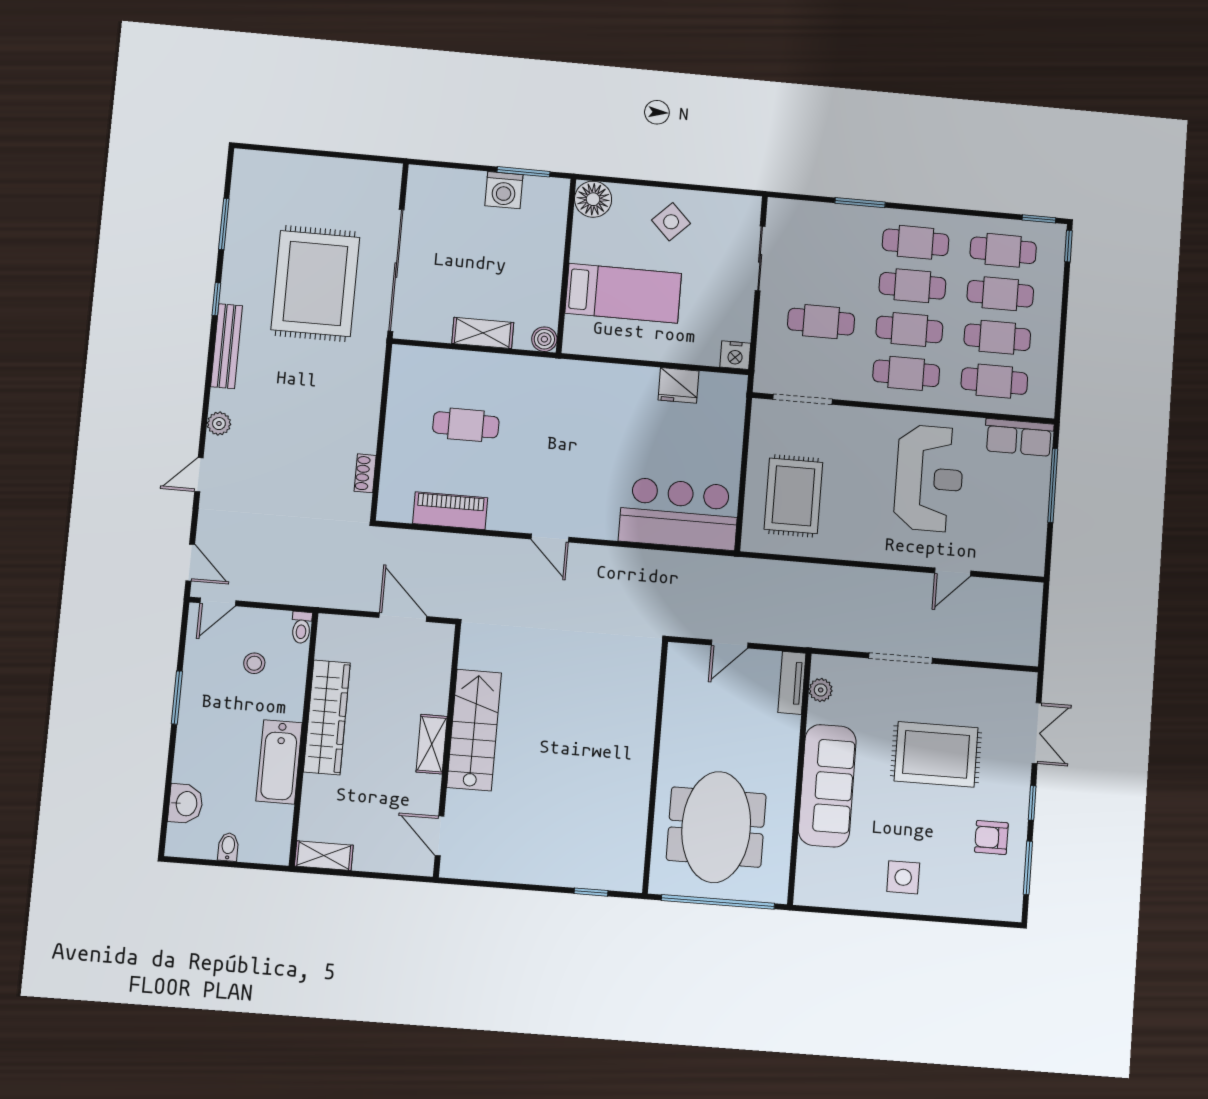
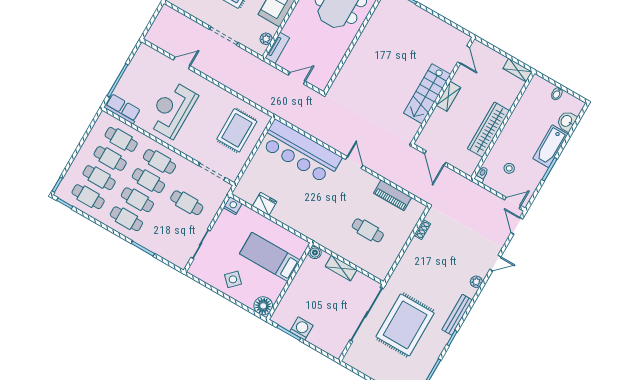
bar counter: (679, 514) -> (301, 152), width x1.36
bathtub: (279, 762) -> (550, 146), moved, turned 180

